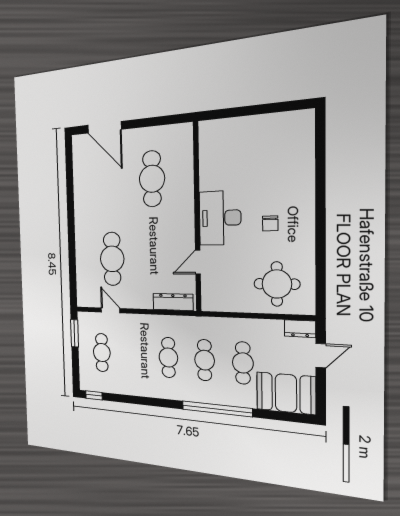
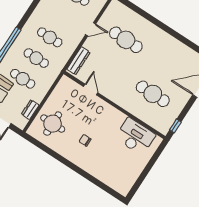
window: (172, 120) -> (175, 126), added
desk: (220, 218) -> (135, 136), moved
door: (110, 310) -> (91, 29), moved
dresser: (300, 329) -> (30, 110), moved

